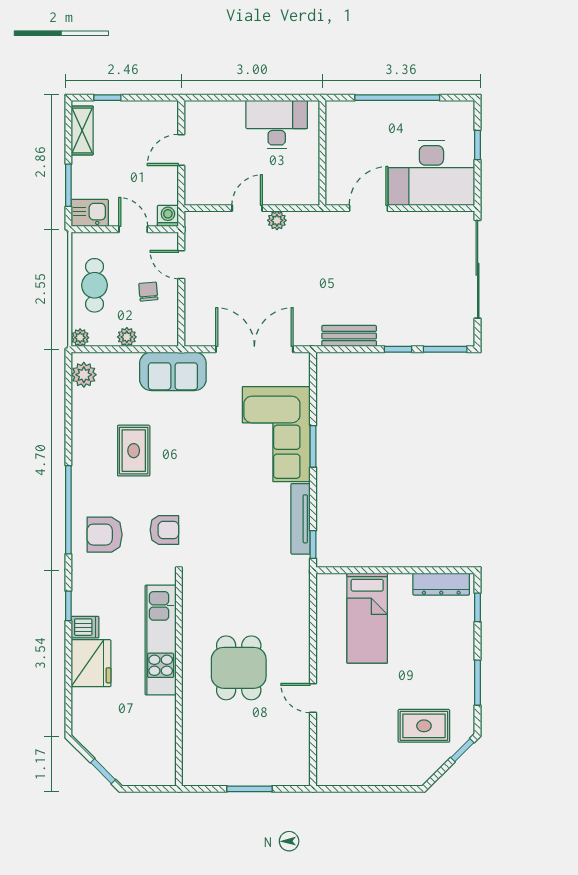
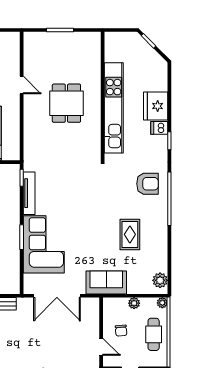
armchair: (164, 530) -> (111, 186), removed
kitchen unit: (161, 640) -> (114, 108), width x1.36

